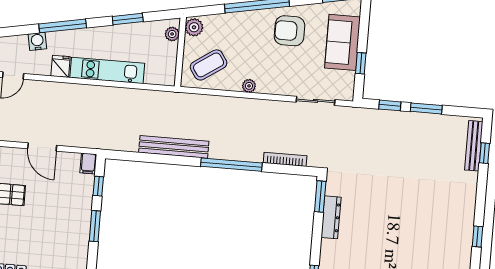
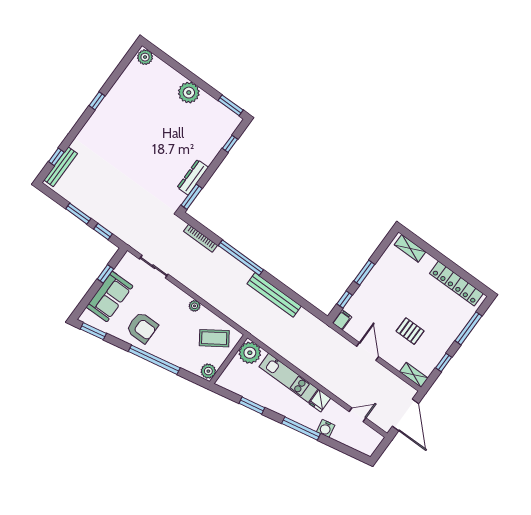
plant: (172, 34) -> (250, 353), moved, width x1.87, depth x1.87

